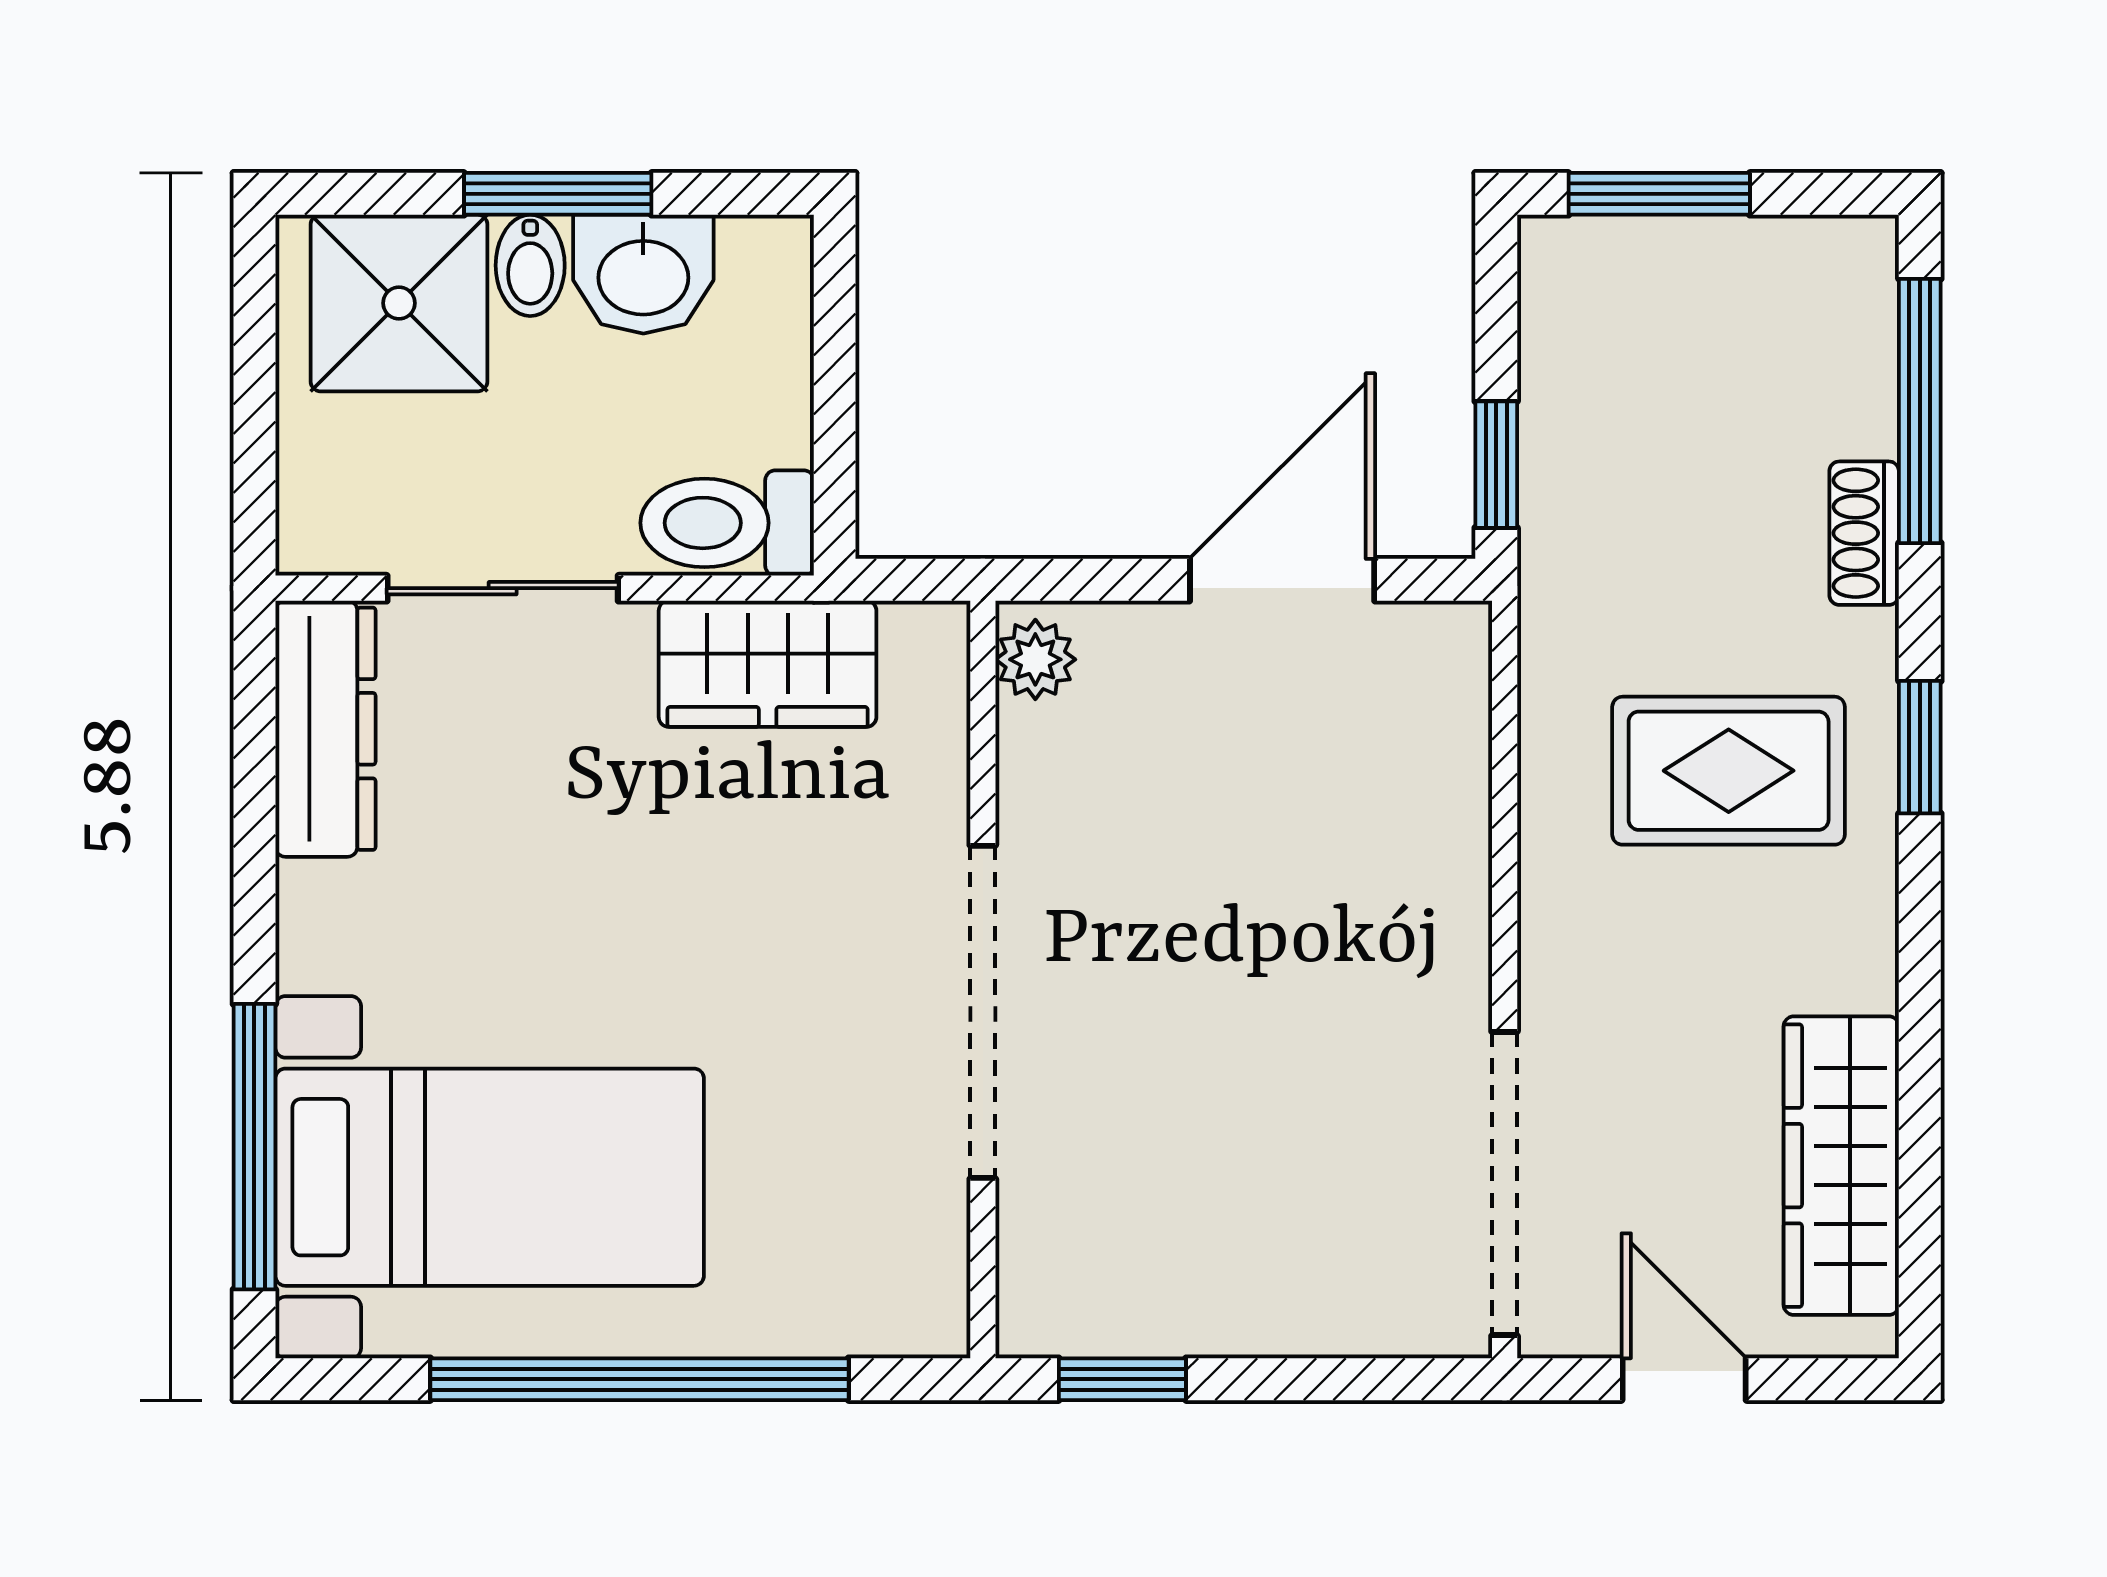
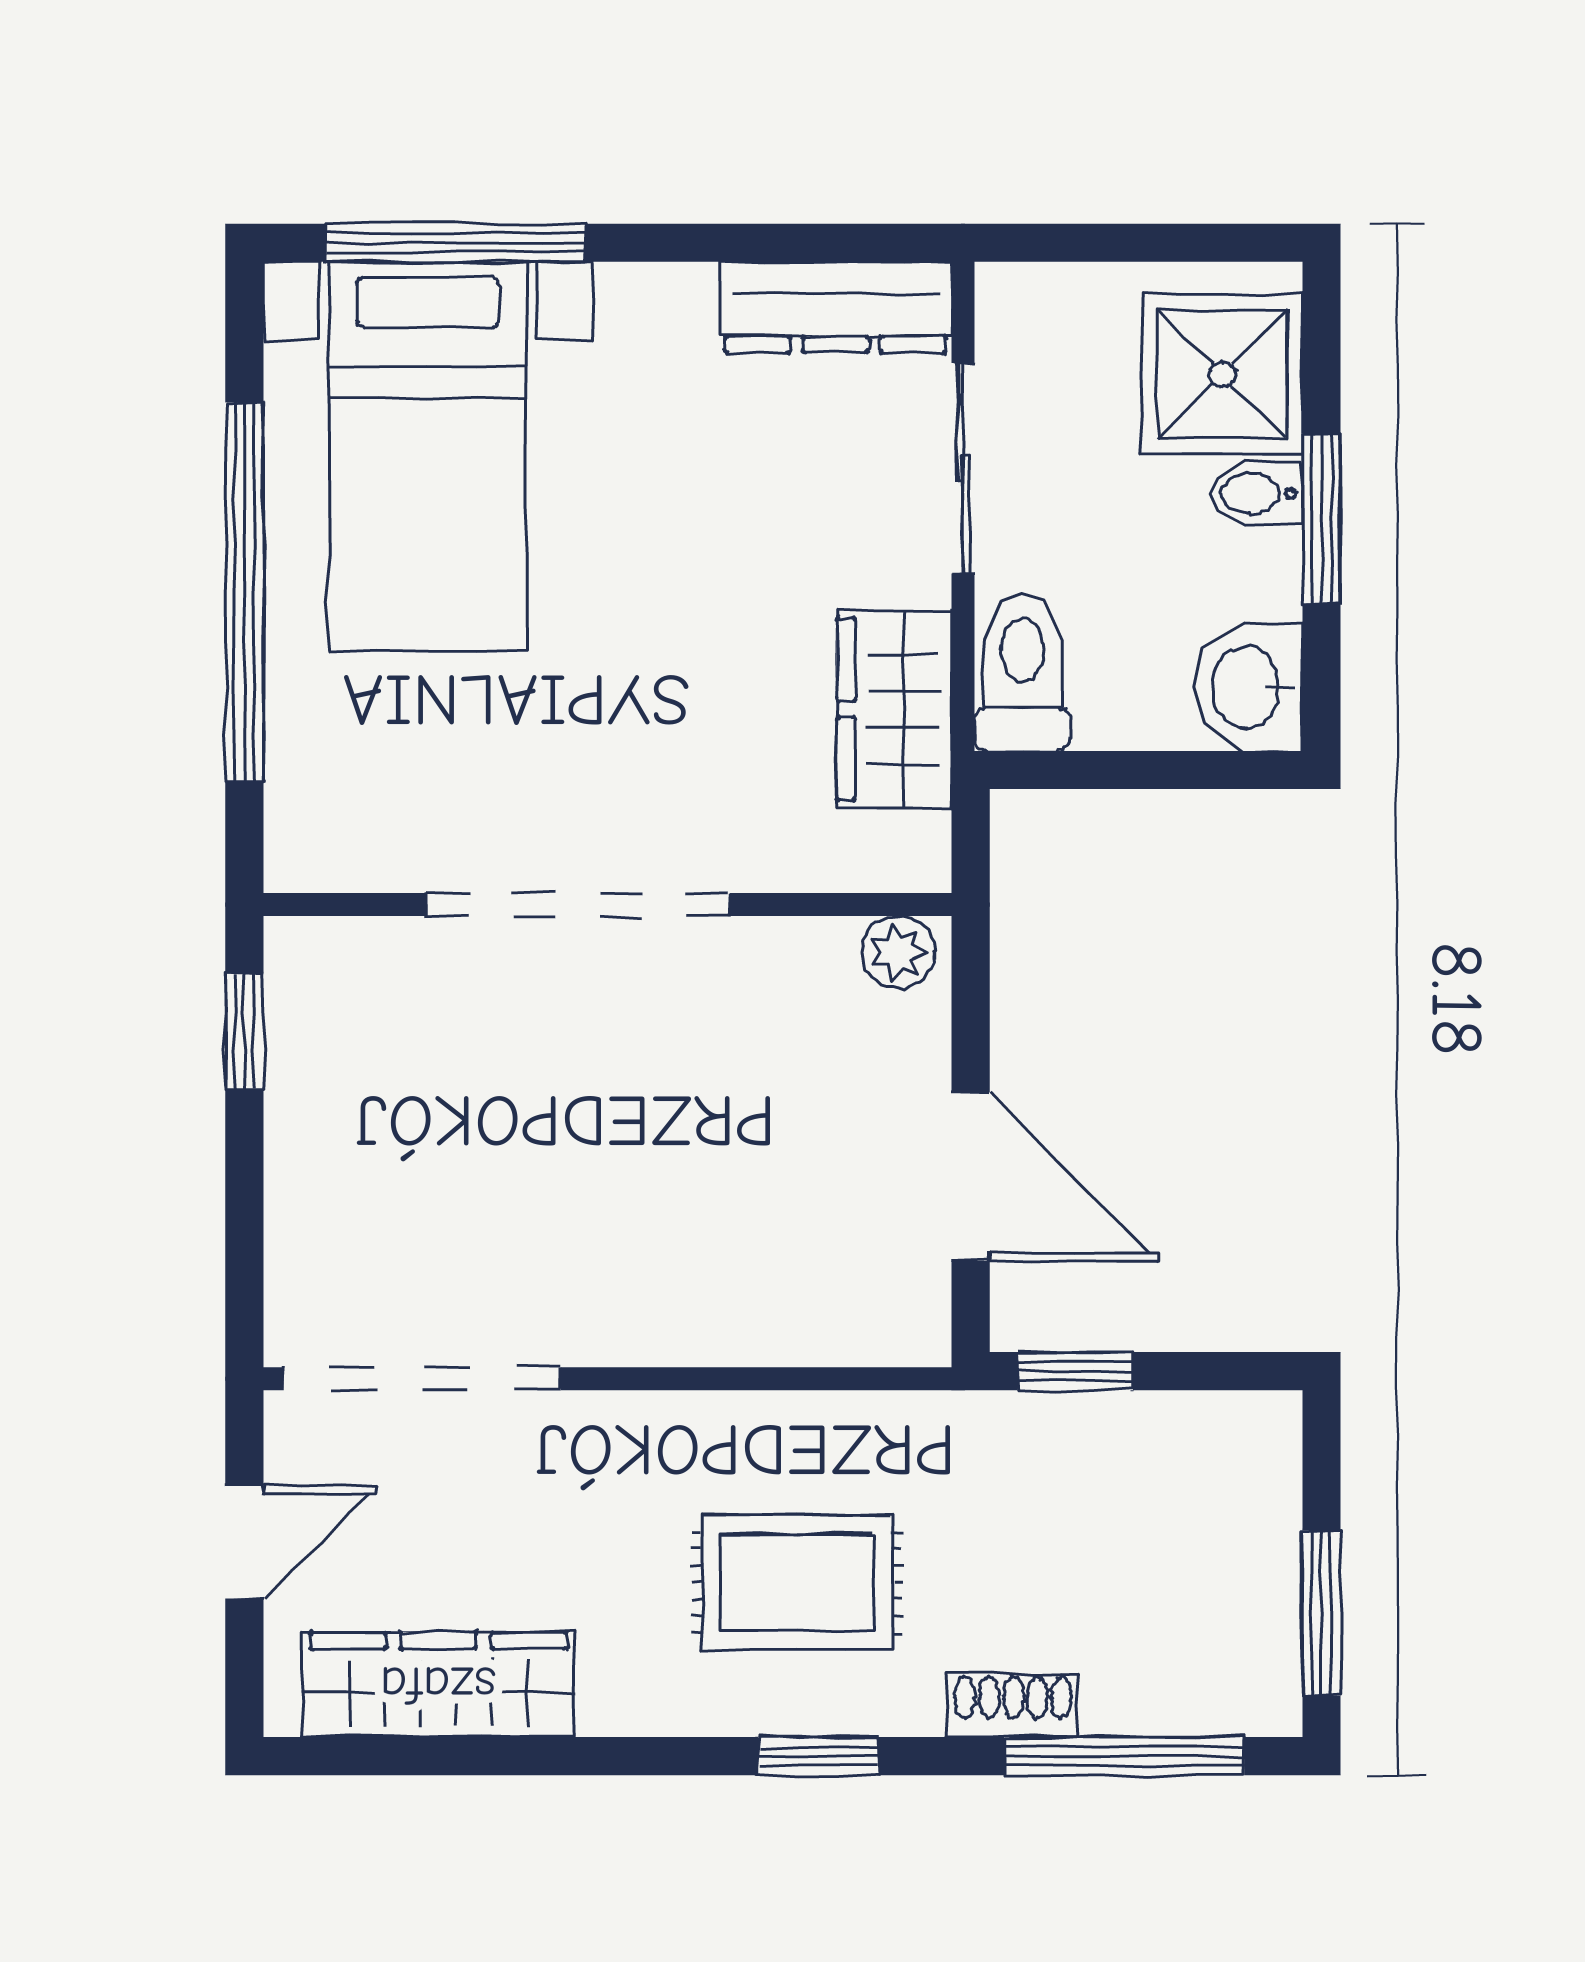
window: (1659, 194) -> (1322, 1613), moved
washbasin: (643, 274) -> (1249, 687), moved
rug: (1729, 771) -> (797, 1582), turned 90

